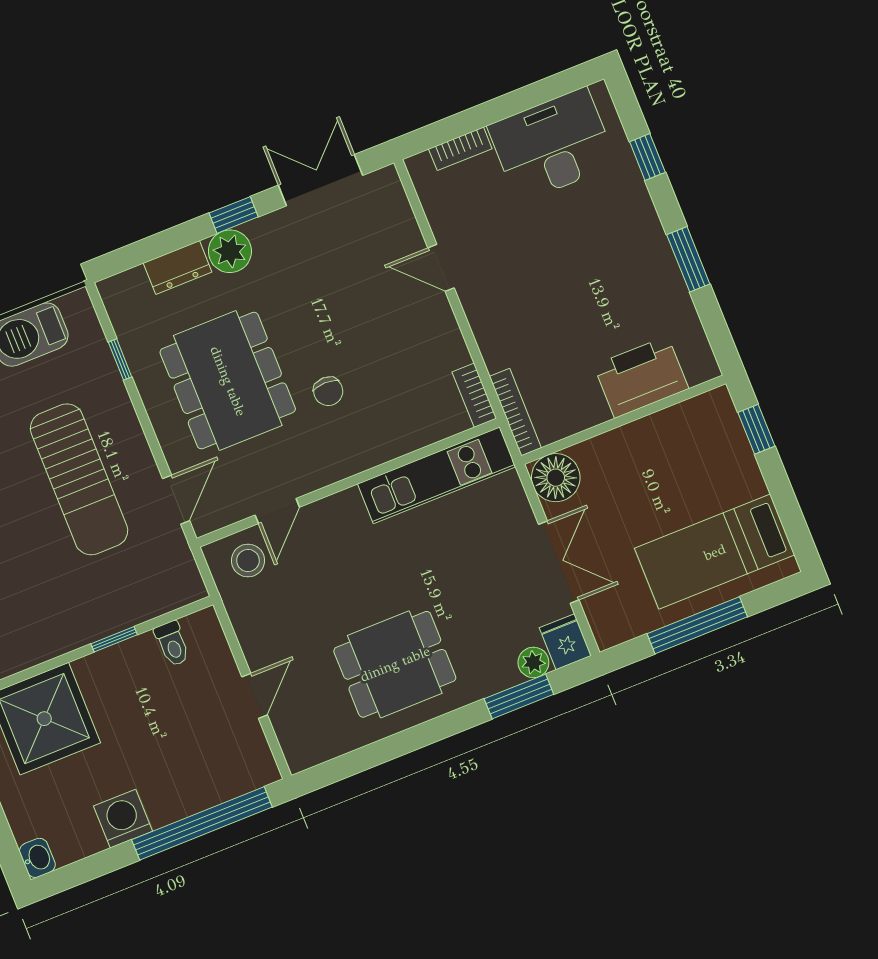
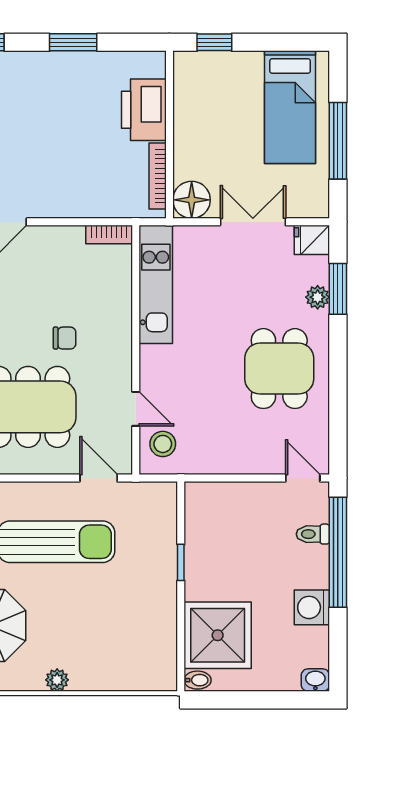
bookcase: (515, 412) -> (158, 176), moved, turned -90
toilet: (172, 644) -> (313, 534), moved, turned 180
plant: (533, 662) -> (318, 297), moved
door: (255, 696) -> (303, 478), moved

